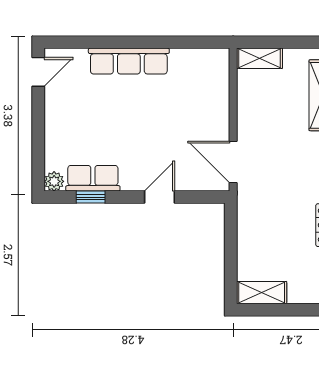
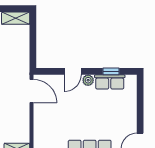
plant: (54, 181) -> (88, 80), moved

